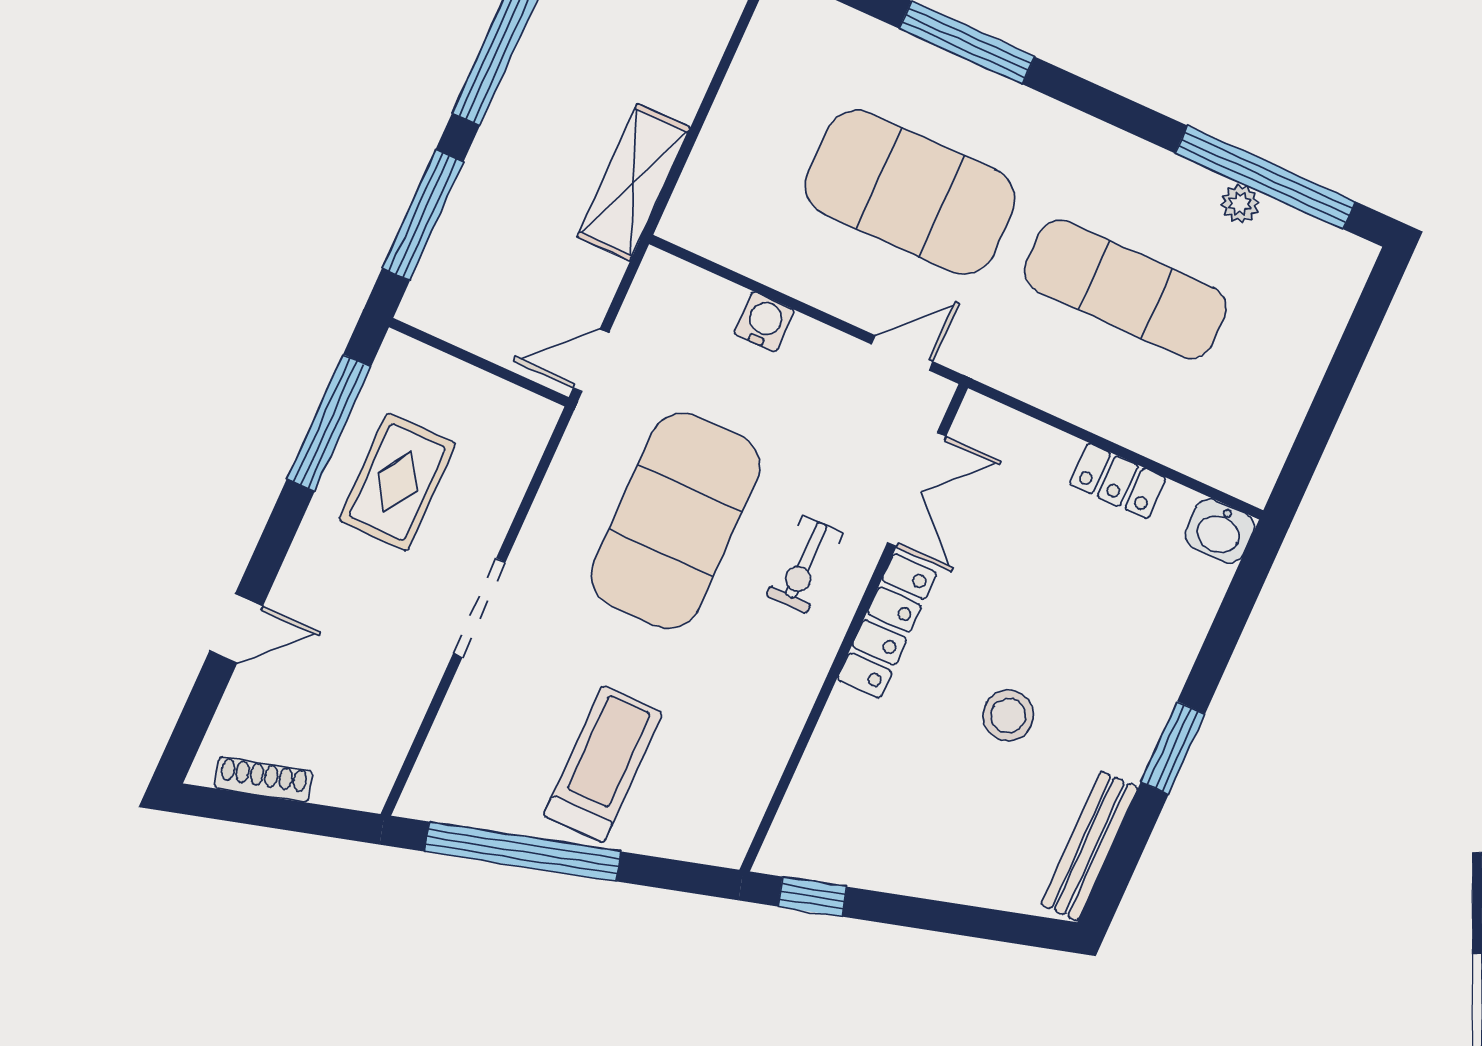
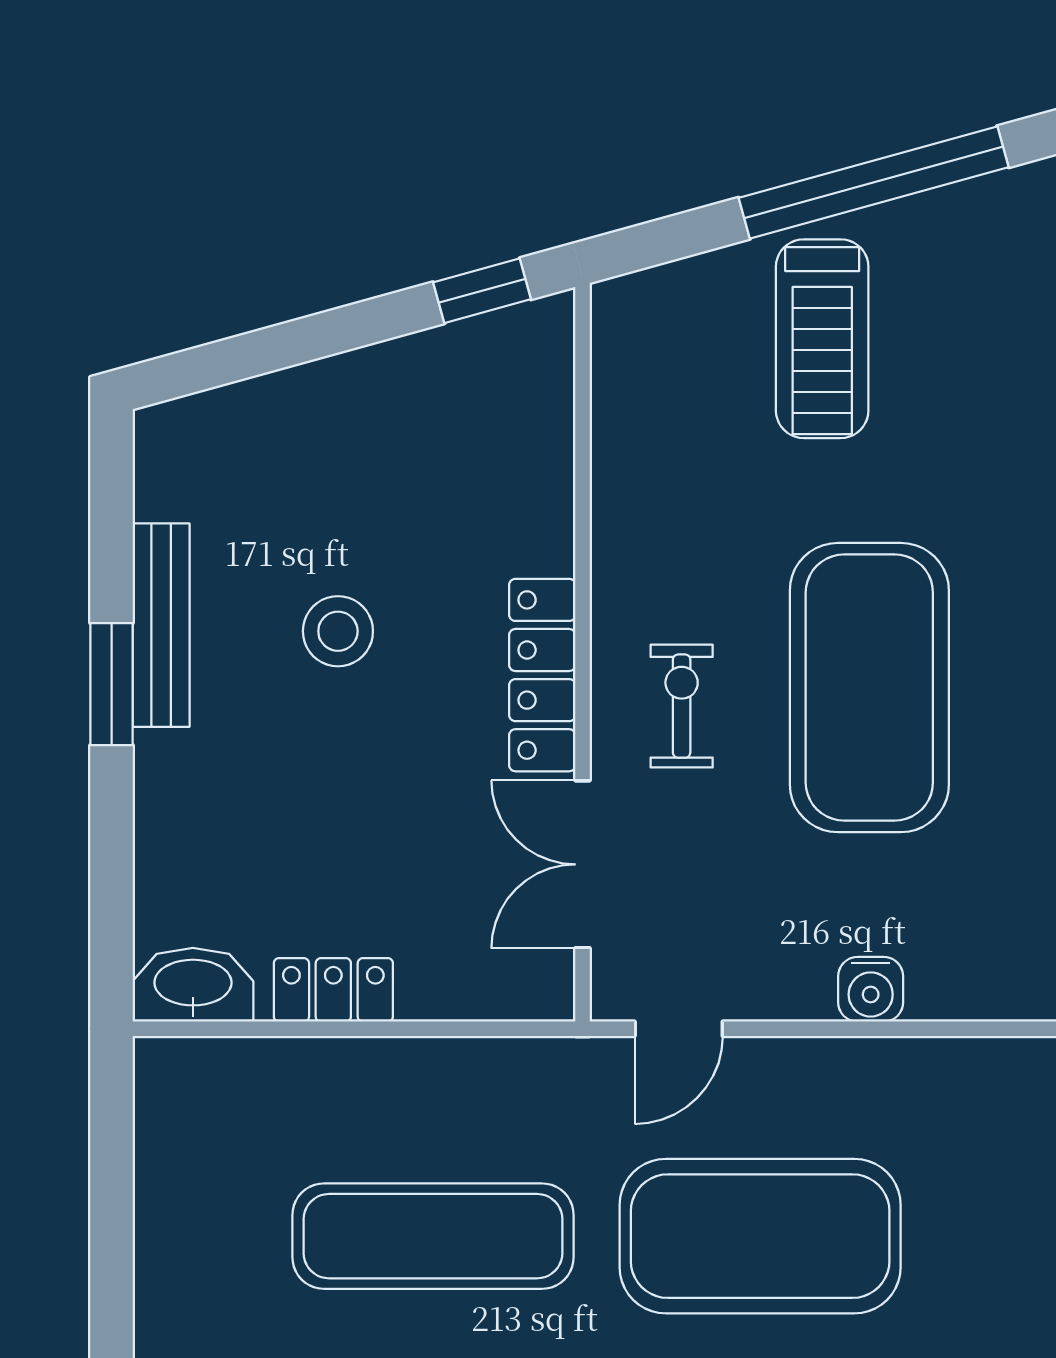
washbasin: (1220, 531) -> (193, 985), width x1.38
bench: (1089, 846) -> (161, 625), moved

